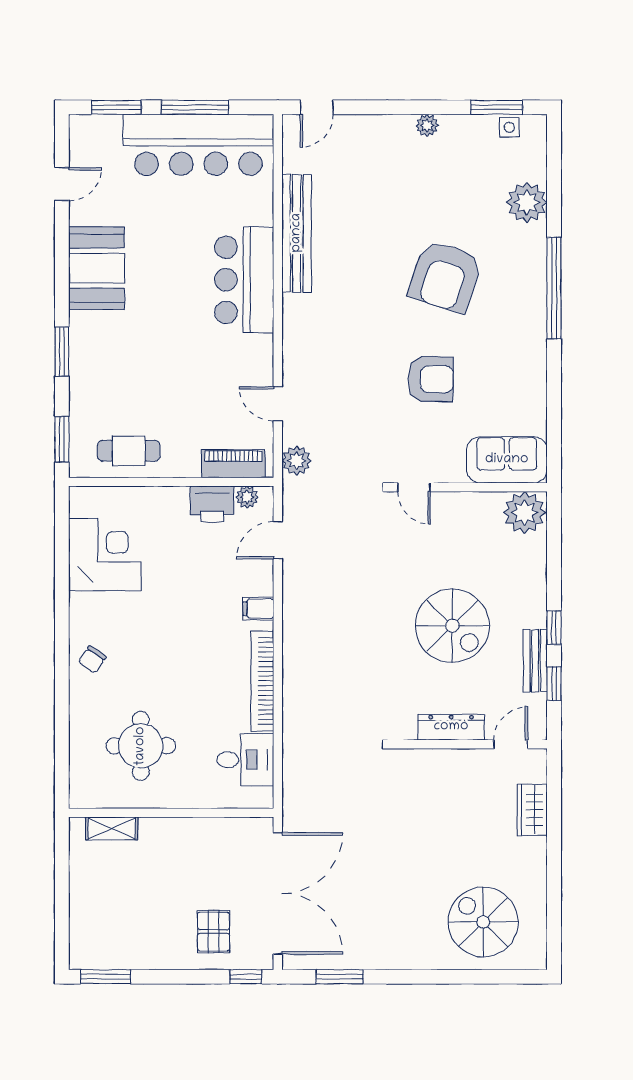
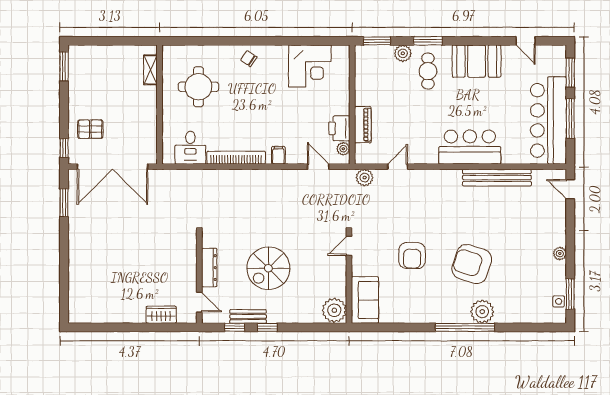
plant: (527, 202) -> (482, 312), moved
plant: (83, 395) -> (403, 53), added
cafe table: (129, 451) -> (428, 71), moved
piano: (233, 464) -> (363, 125), moved
spiral stairs: (483, 922) -> (96, 286), removed

